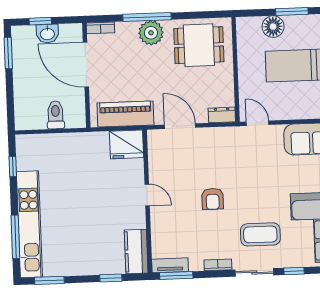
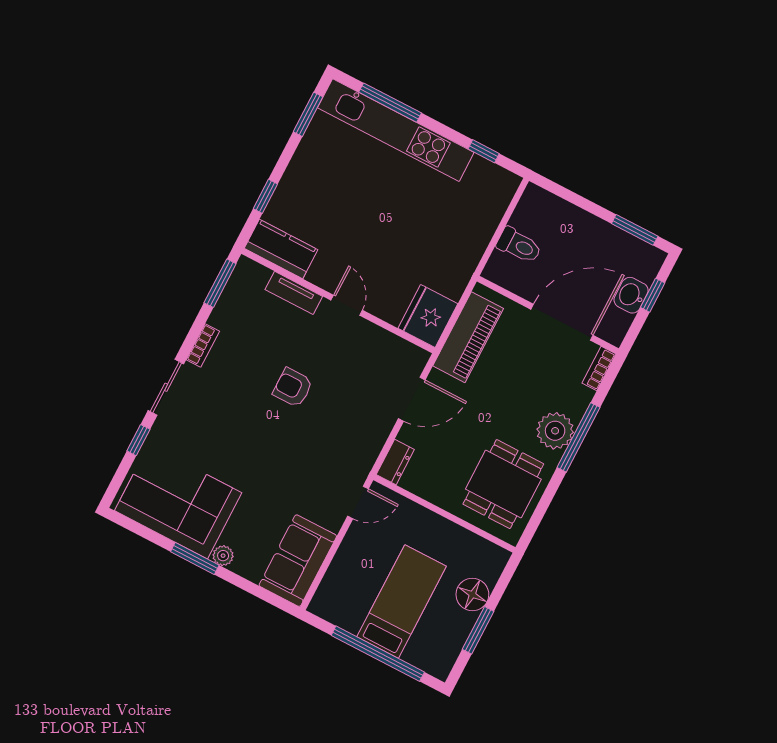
door: (147, 195) -> (347, 305), swing flipped
coffee table: (260, 234) -> (211, 423), removed
tv unit: (170, 265) -> (294, 293), moved, turned 90

